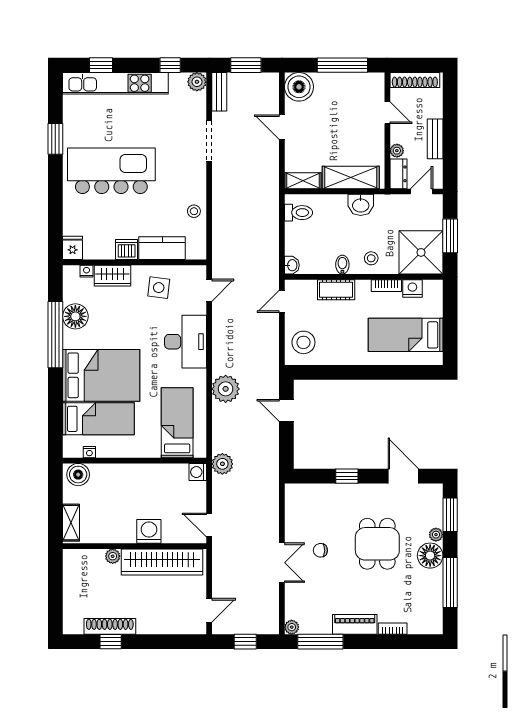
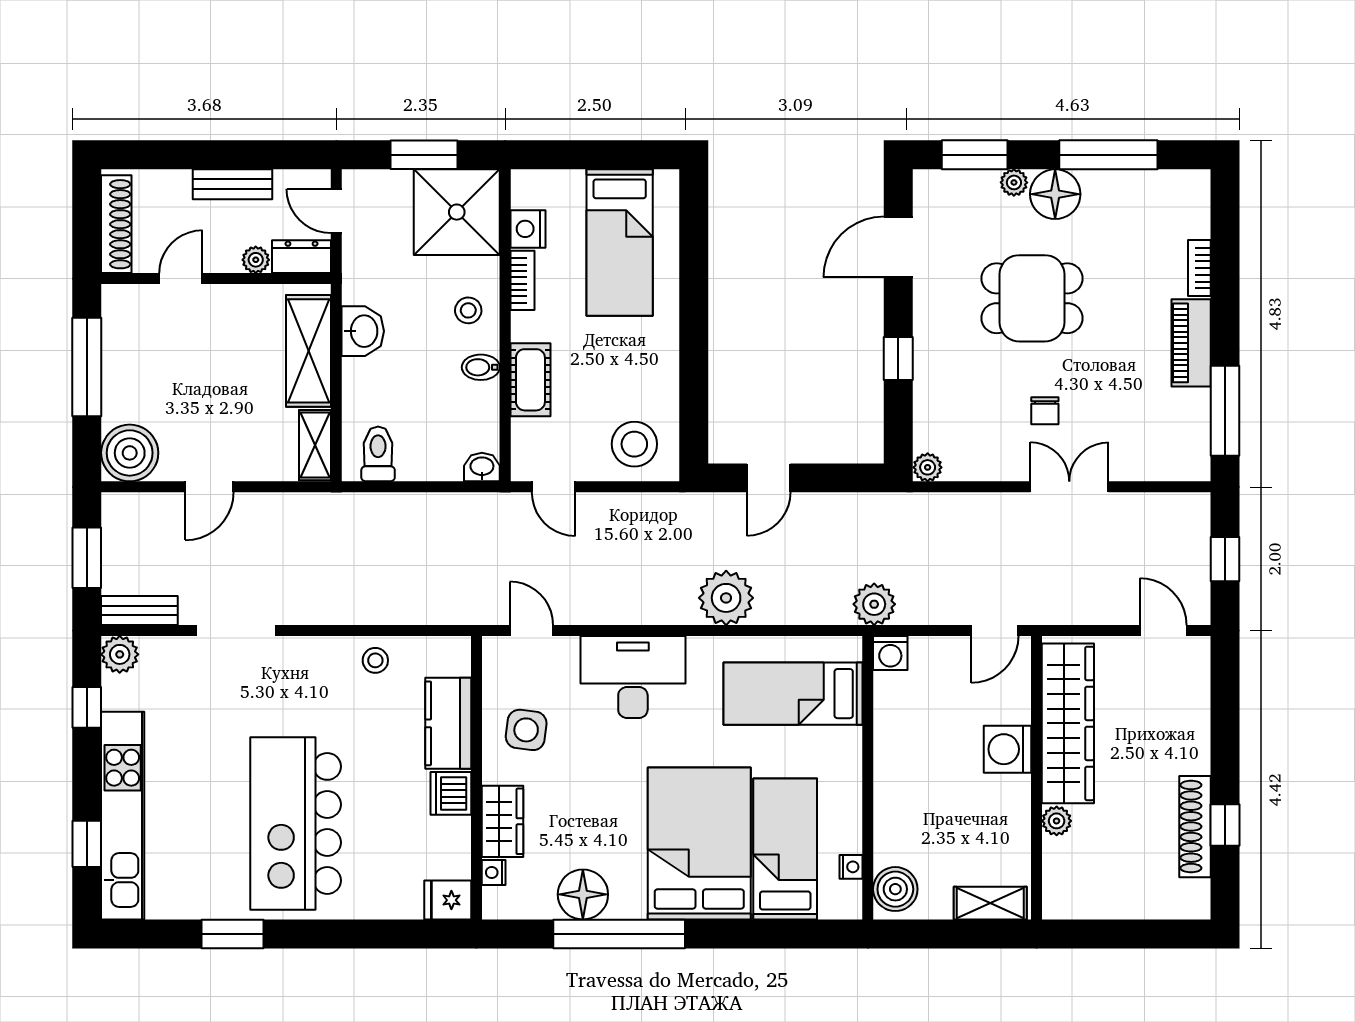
plant: (292, 627) -> (928, 467), moved

